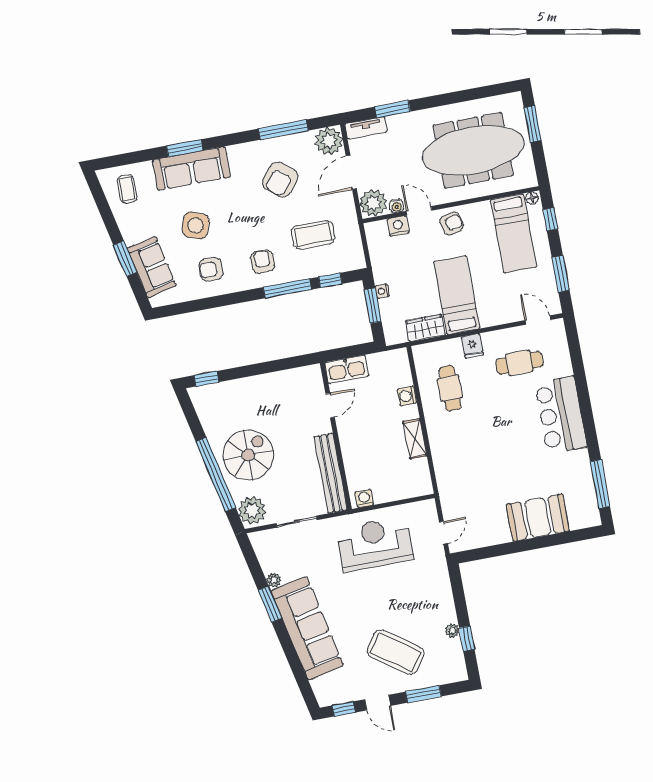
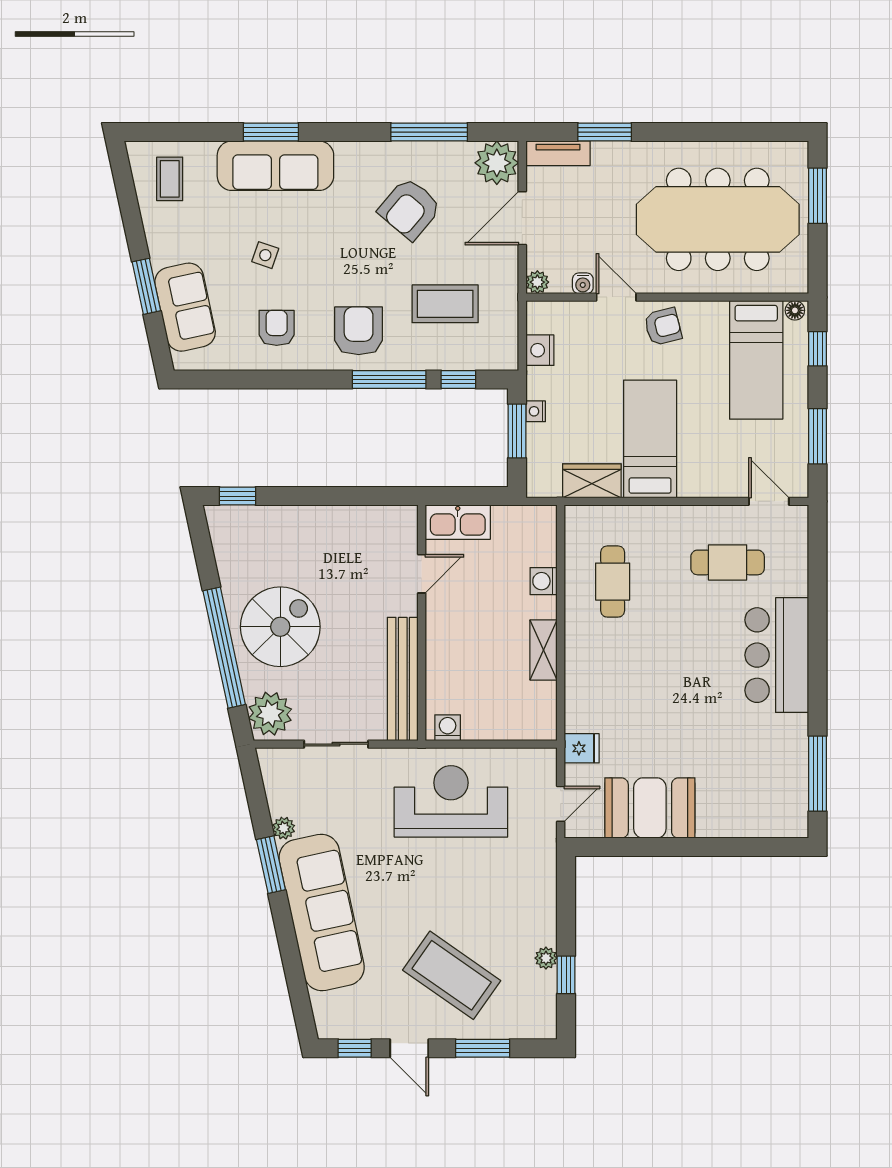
plant: (373, 203) -> (537, 282), width x0.53, depth x0.53
side table: (196, 225) -> (265, 255), width x0.54, depth x0.54
nightstand: (398, 226) -> (540, 350), moved, turned -90
armchair: (262, 262) -> (359, 331), width x1.38, depth x1.38
armchair: (211, 269) -> (277, 328), turned 90
fridge: (472, 346) -> (582, 748), moved, turned -90
booth: (538, 518) -> (650, 808), moved

